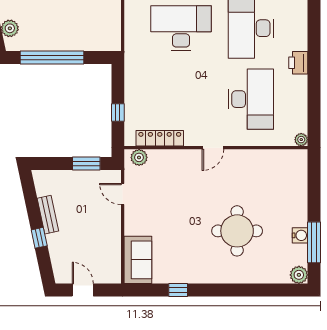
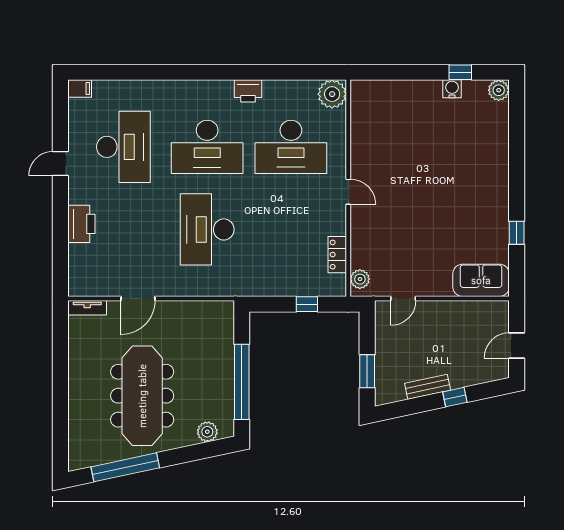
desk: (251, 99) -> (291, 147), turned 180
locker: (160, 138) -> (337, 255), width x0.66
plant: (301, 140) -> (332, 94), width x1.88, depth x1.88
window: (86, 163) -> (367, 371), moved
round table: (237, 231) -> (447, 163), removed
window: (314, 242) -> (460, 72), width x0.46

